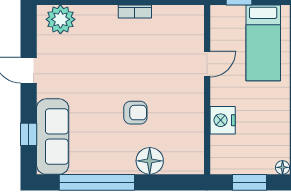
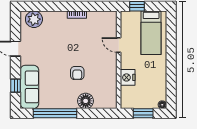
door: (207, 64) -> (119, 45), swing flipped
armchair: (135, 113) -> (77, 73), turned 90

